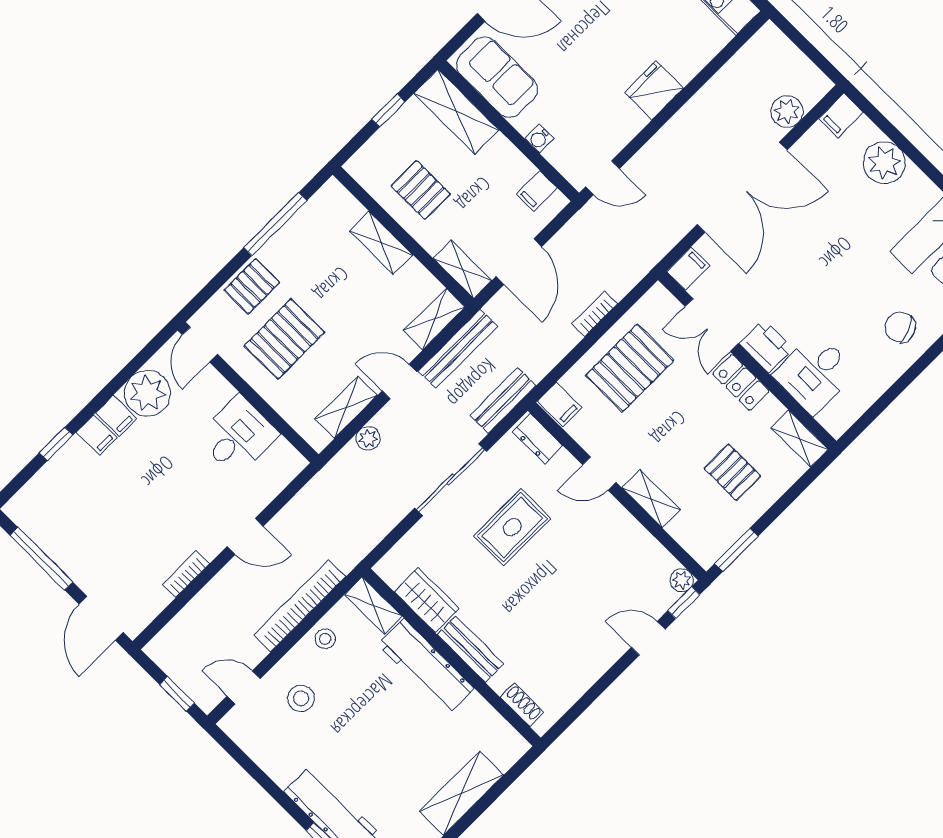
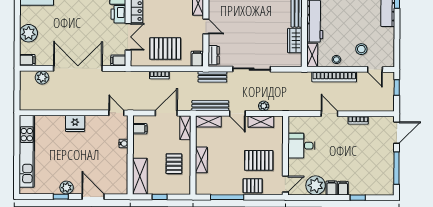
sofa: (497, 77) -> (118, 174), removed
rug: (512, 527) -> (248, 37), removed

